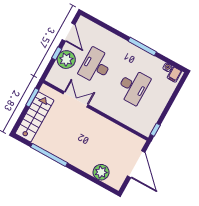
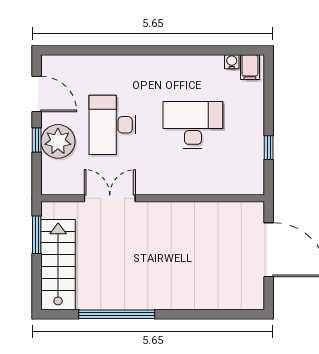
window: (142, 47) -> (171, 50), removed
desk: (133, 87) -> (193, 125), turned -90
window: (155, 130) -> (269, 148), moved
plant: (101, 172) -> (218, 295), removed

